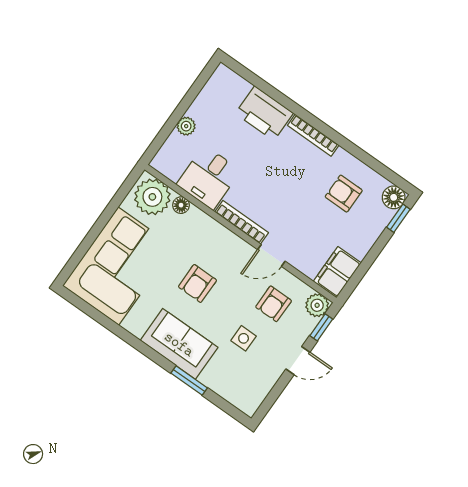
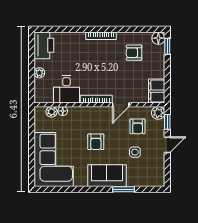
printer: (264, 113) -> (44, 45), moved, turned -90
plant: (152, 197) -> (52, 112), width x0.53, depth x0.53

